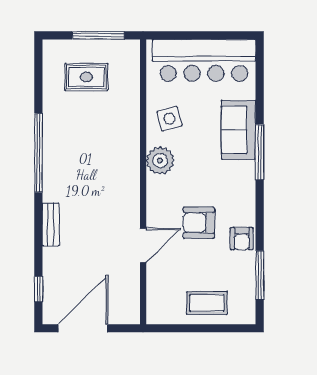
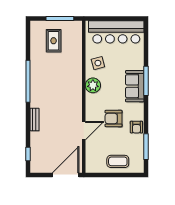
rug: (86, 77) -> (54, 41), turned 90
sofa: (239, 130) -> (135, 86), moved
door: (83, 328) -> (66, 175), moved

